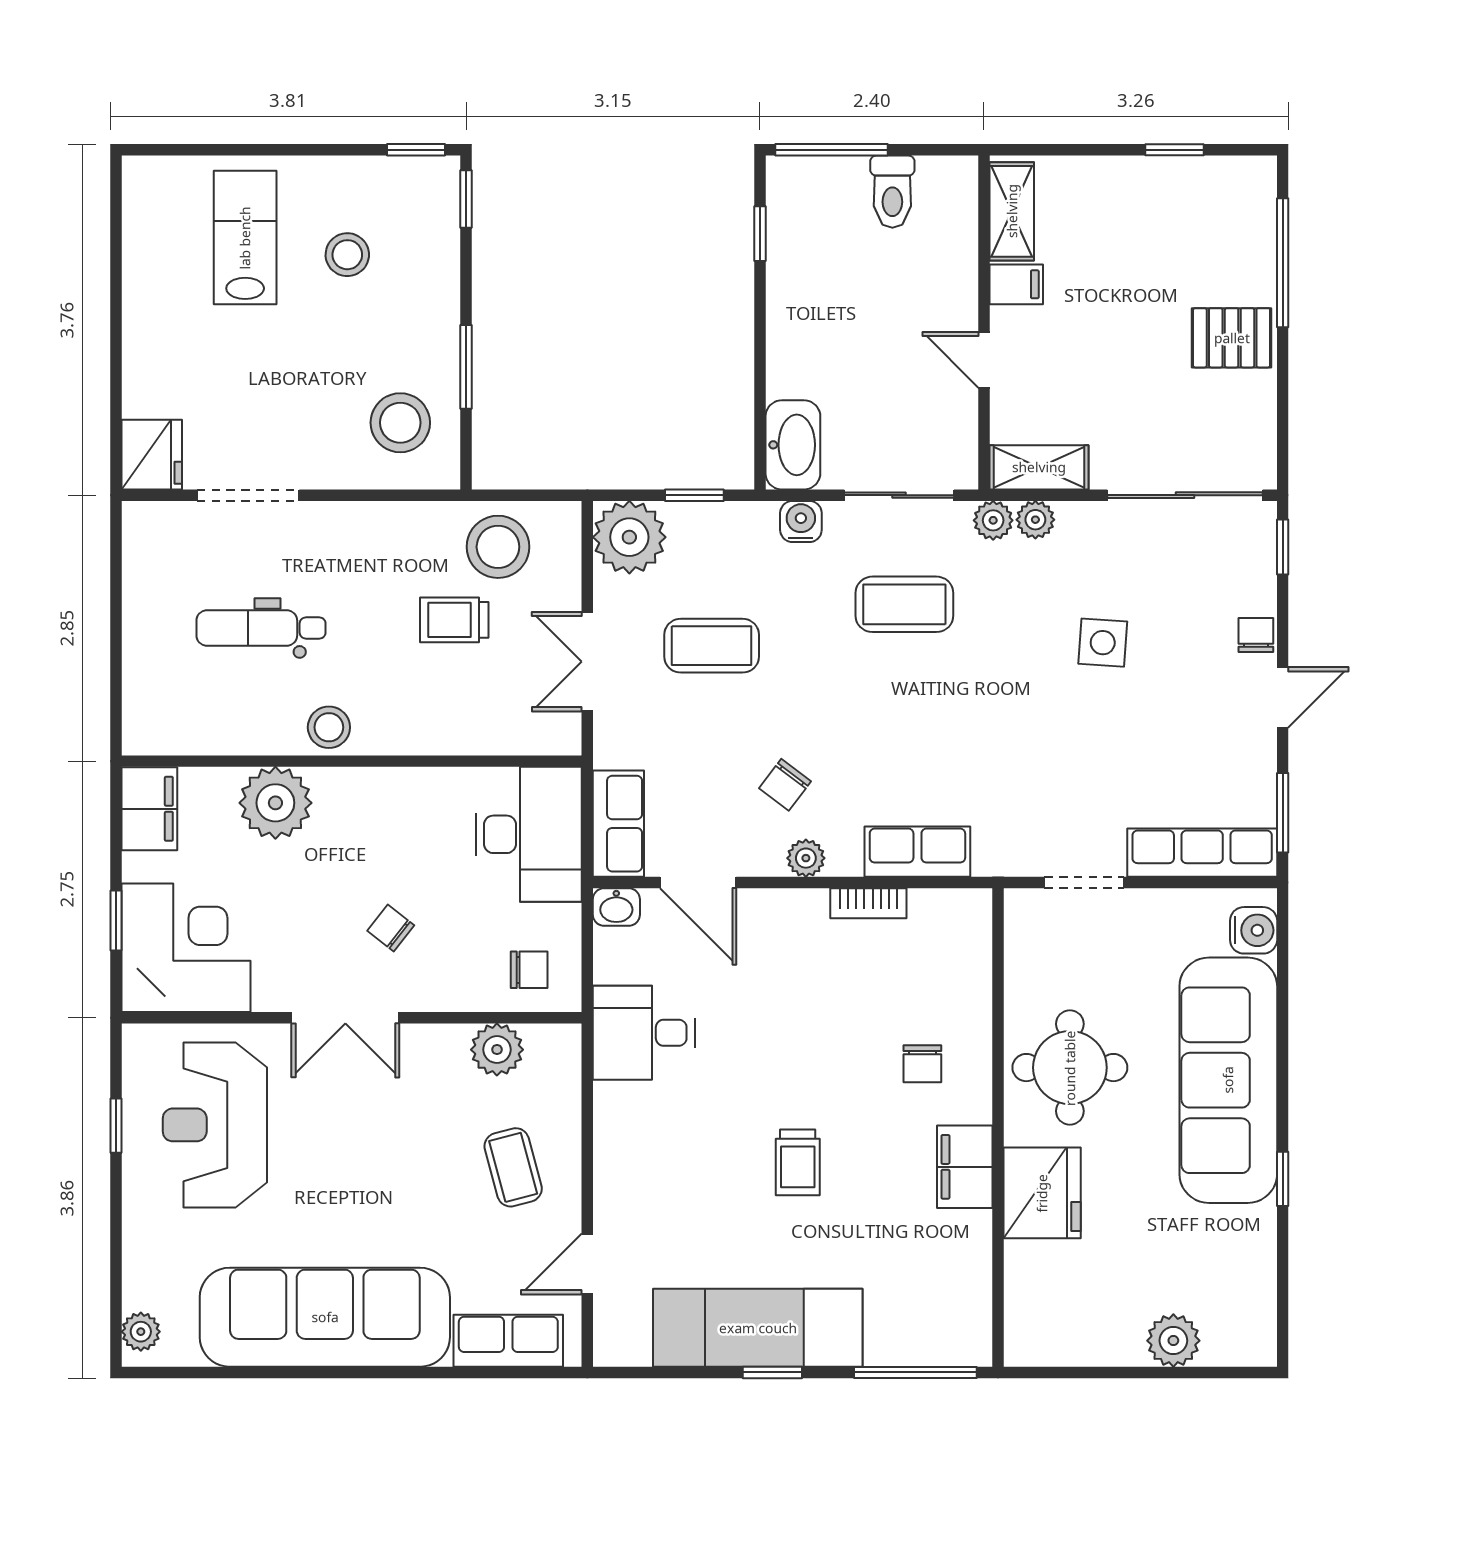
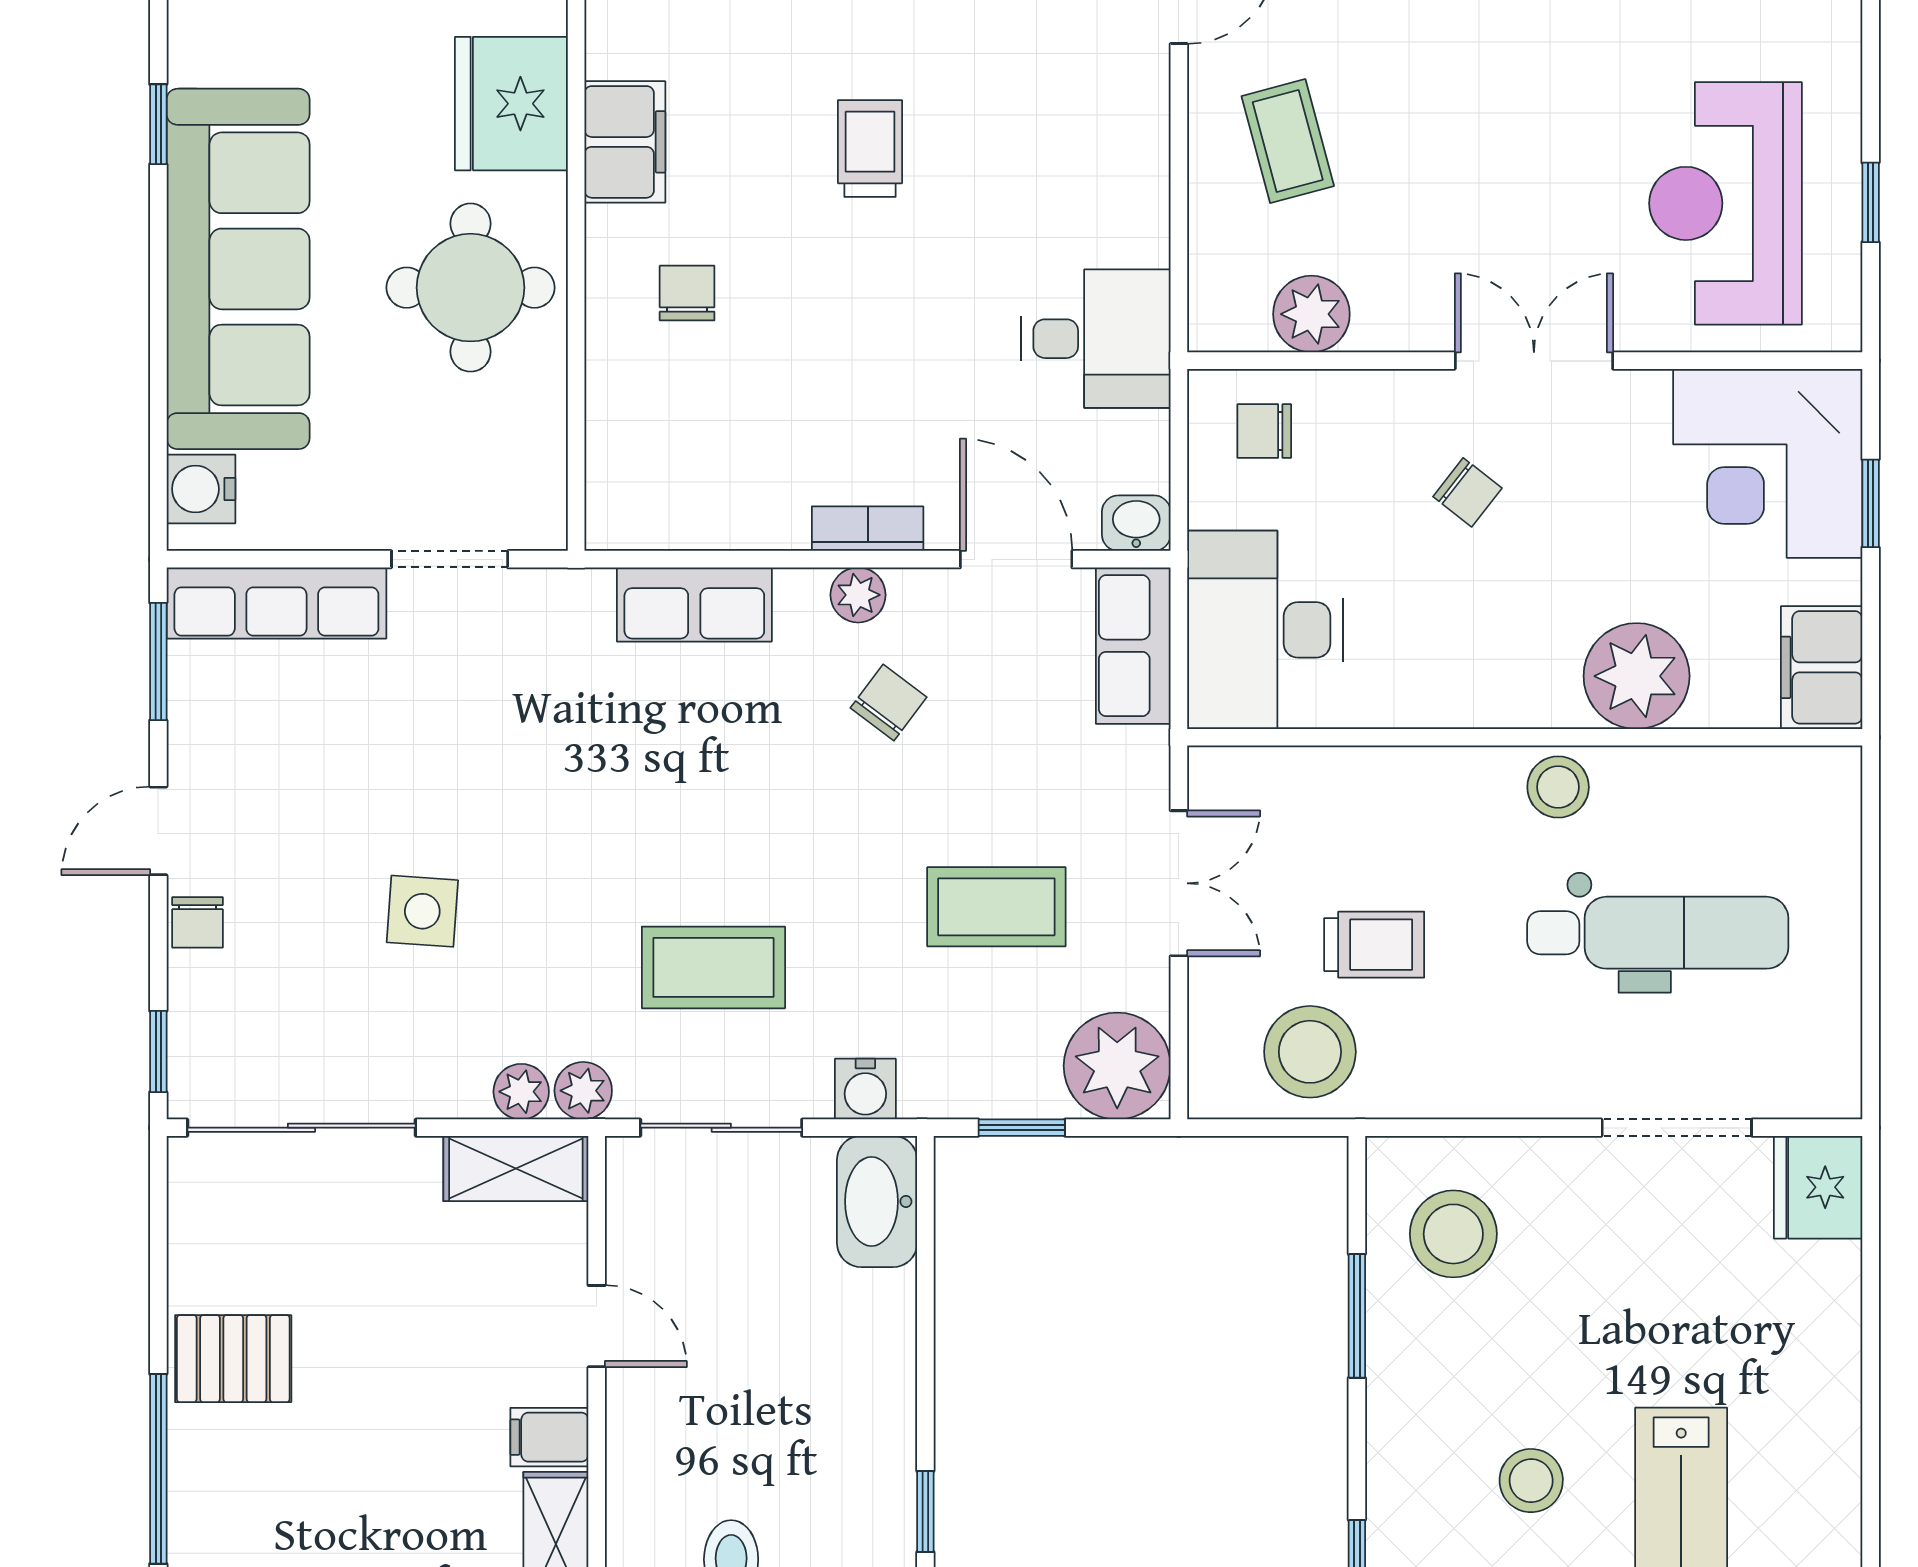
dental chair: (261, 628) -> (1658, 933), width x1.36, depth x1.38
bookcase: (868, 903) -> (868, 529), moved
reception desk: (215, 1125) -> (1725, 203), turned 180

